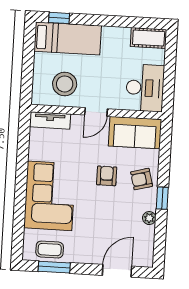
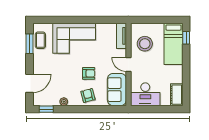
window: (162, 198) -> (46, 109), moved
door: (117, 271) -> (30, 83), hinge flipped

